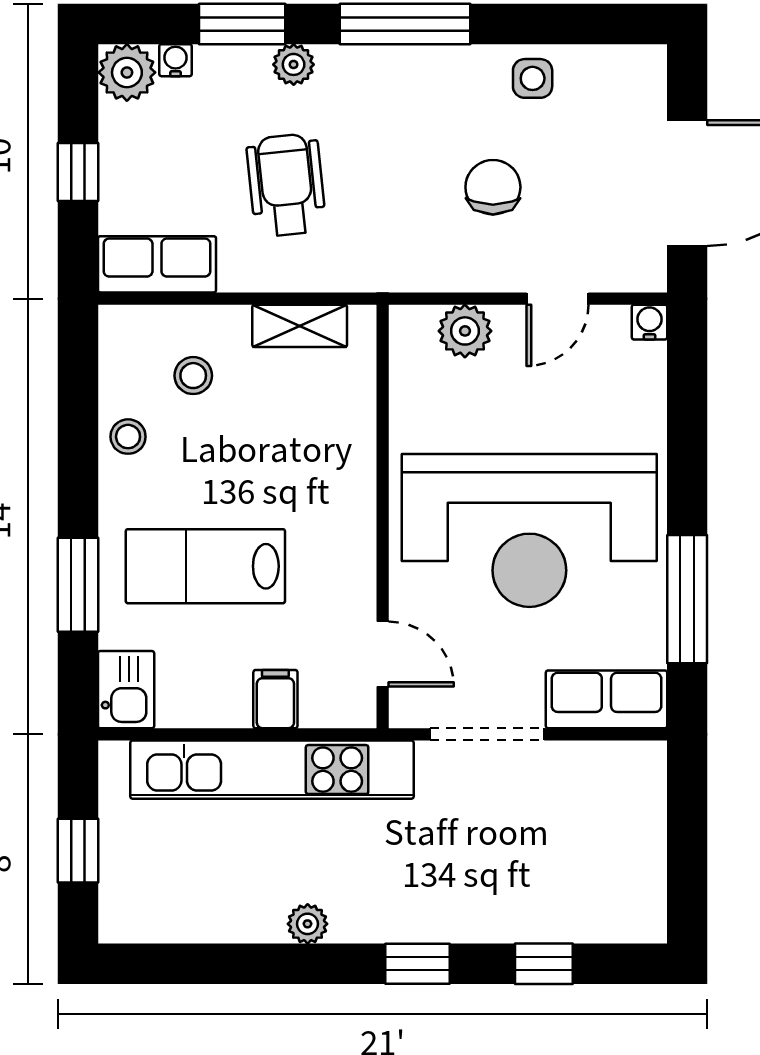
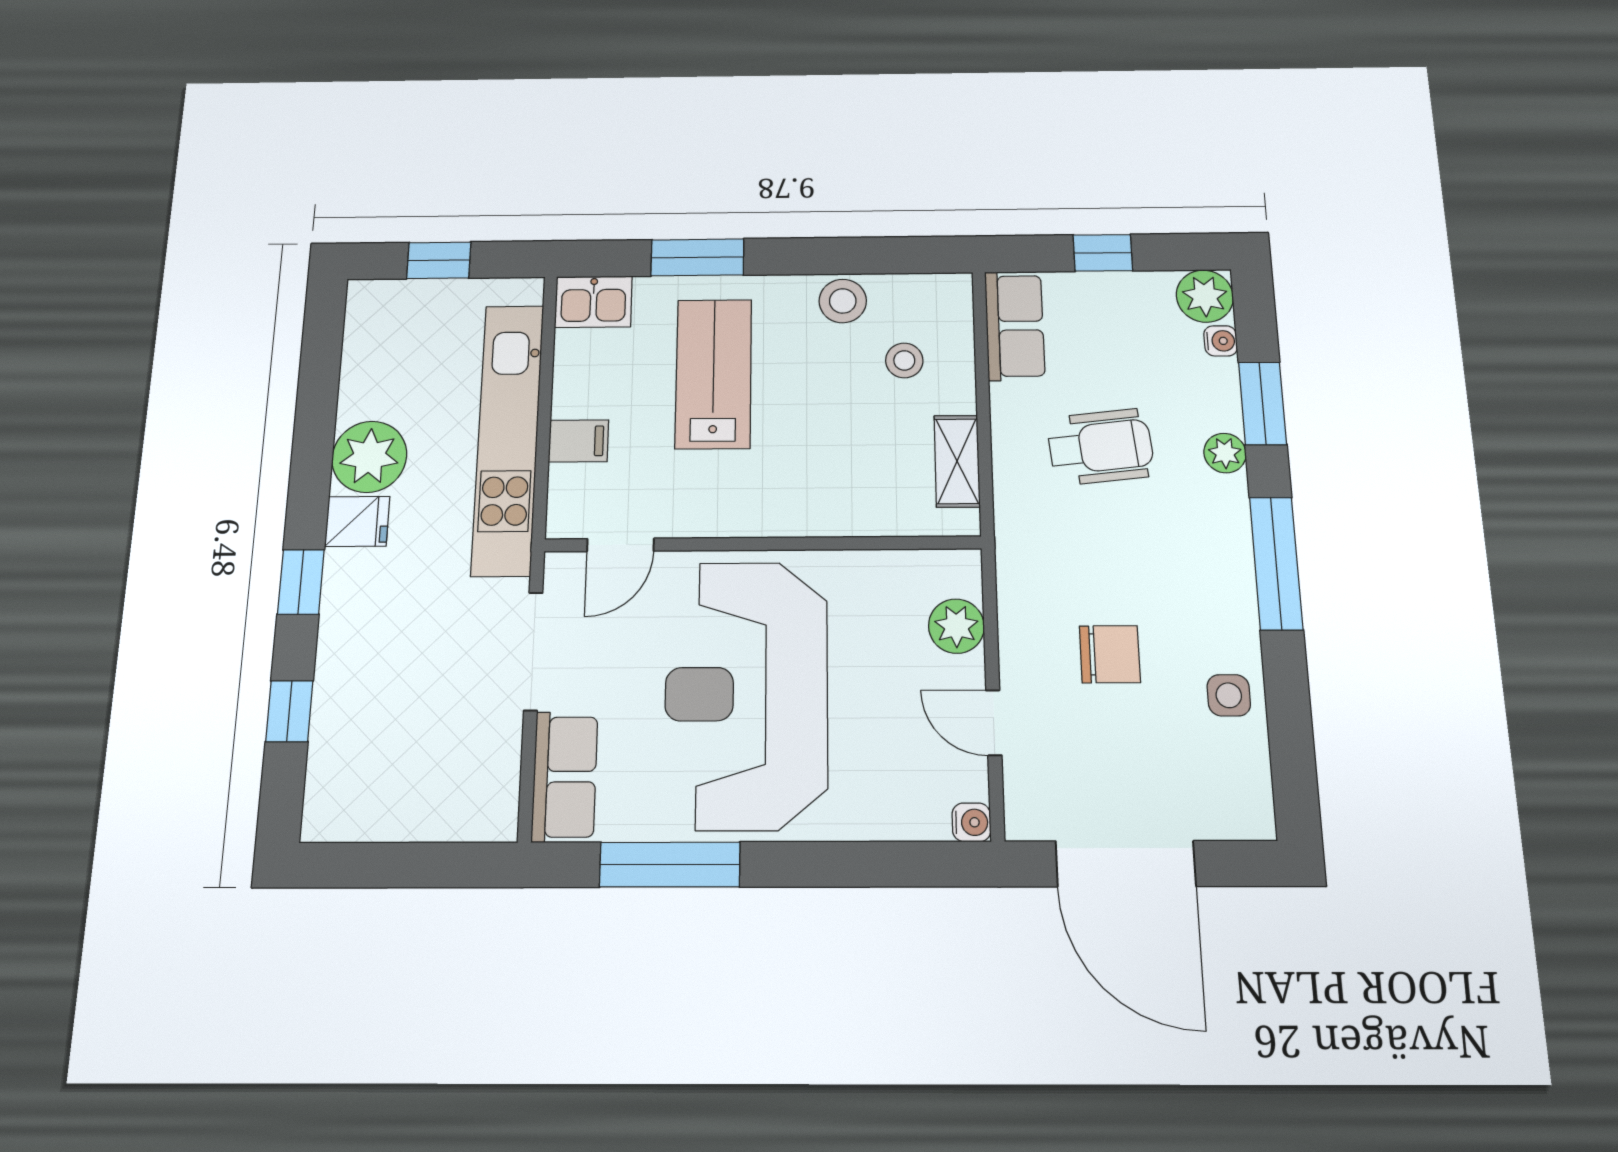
stool: (128, 437) -> (843, 301), width x1.37, depth x1.37
fridge: (357, 913) -> (357, 521), added
plant: (308, 924) -> (369, 457), width x1.87, depth x1.87

